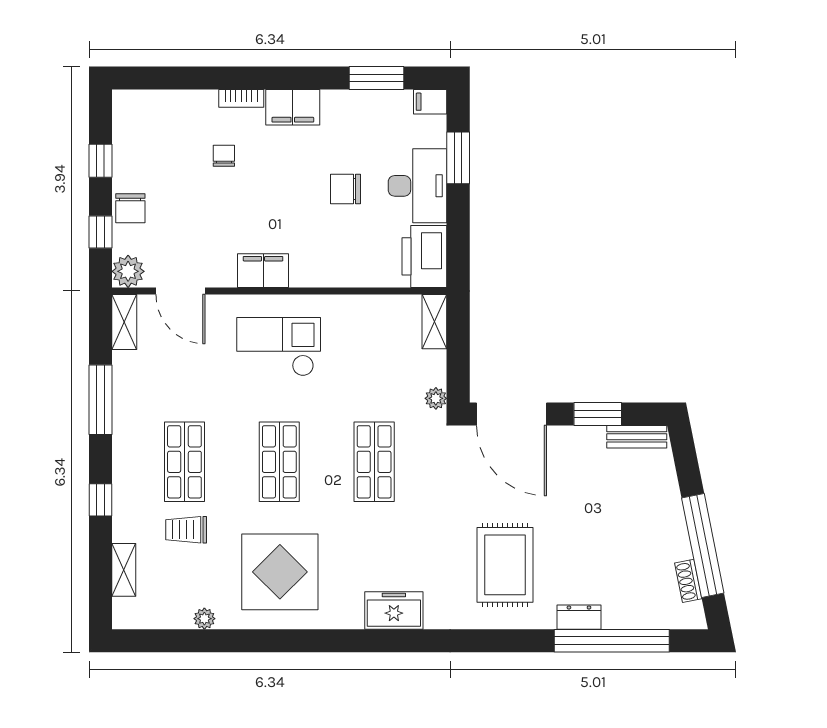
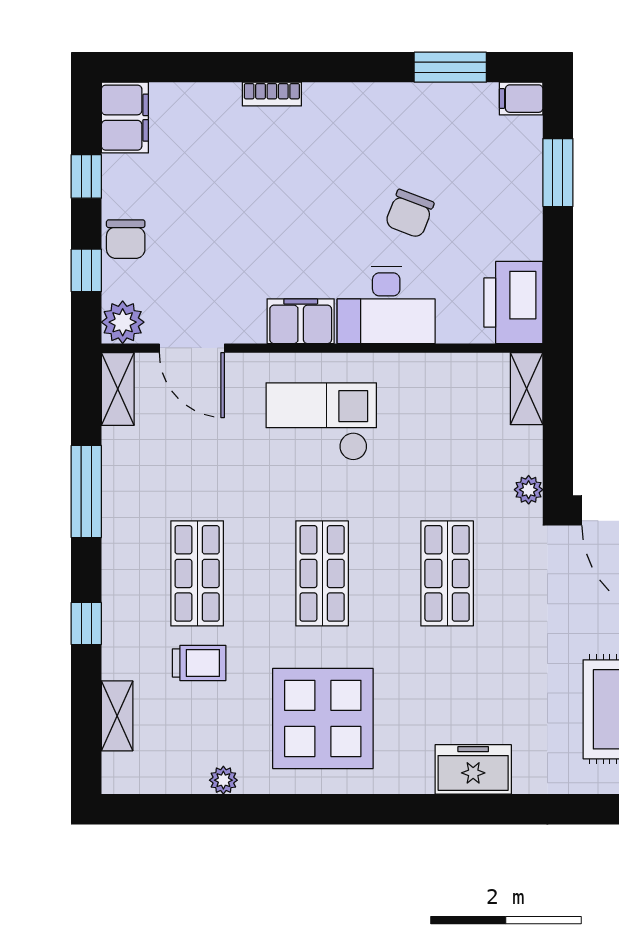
filing cabinet: (293, 107) -> (125, 118), moved, turned -90
chair: (224, 156) -> (249, 170), removed
desk: (418, 186) -> (386, 305), moved, turned 90
chair: (346, 189) -> (409, 214), turned -69
trolley: (186, 530) -> (199, 663), turned 180

